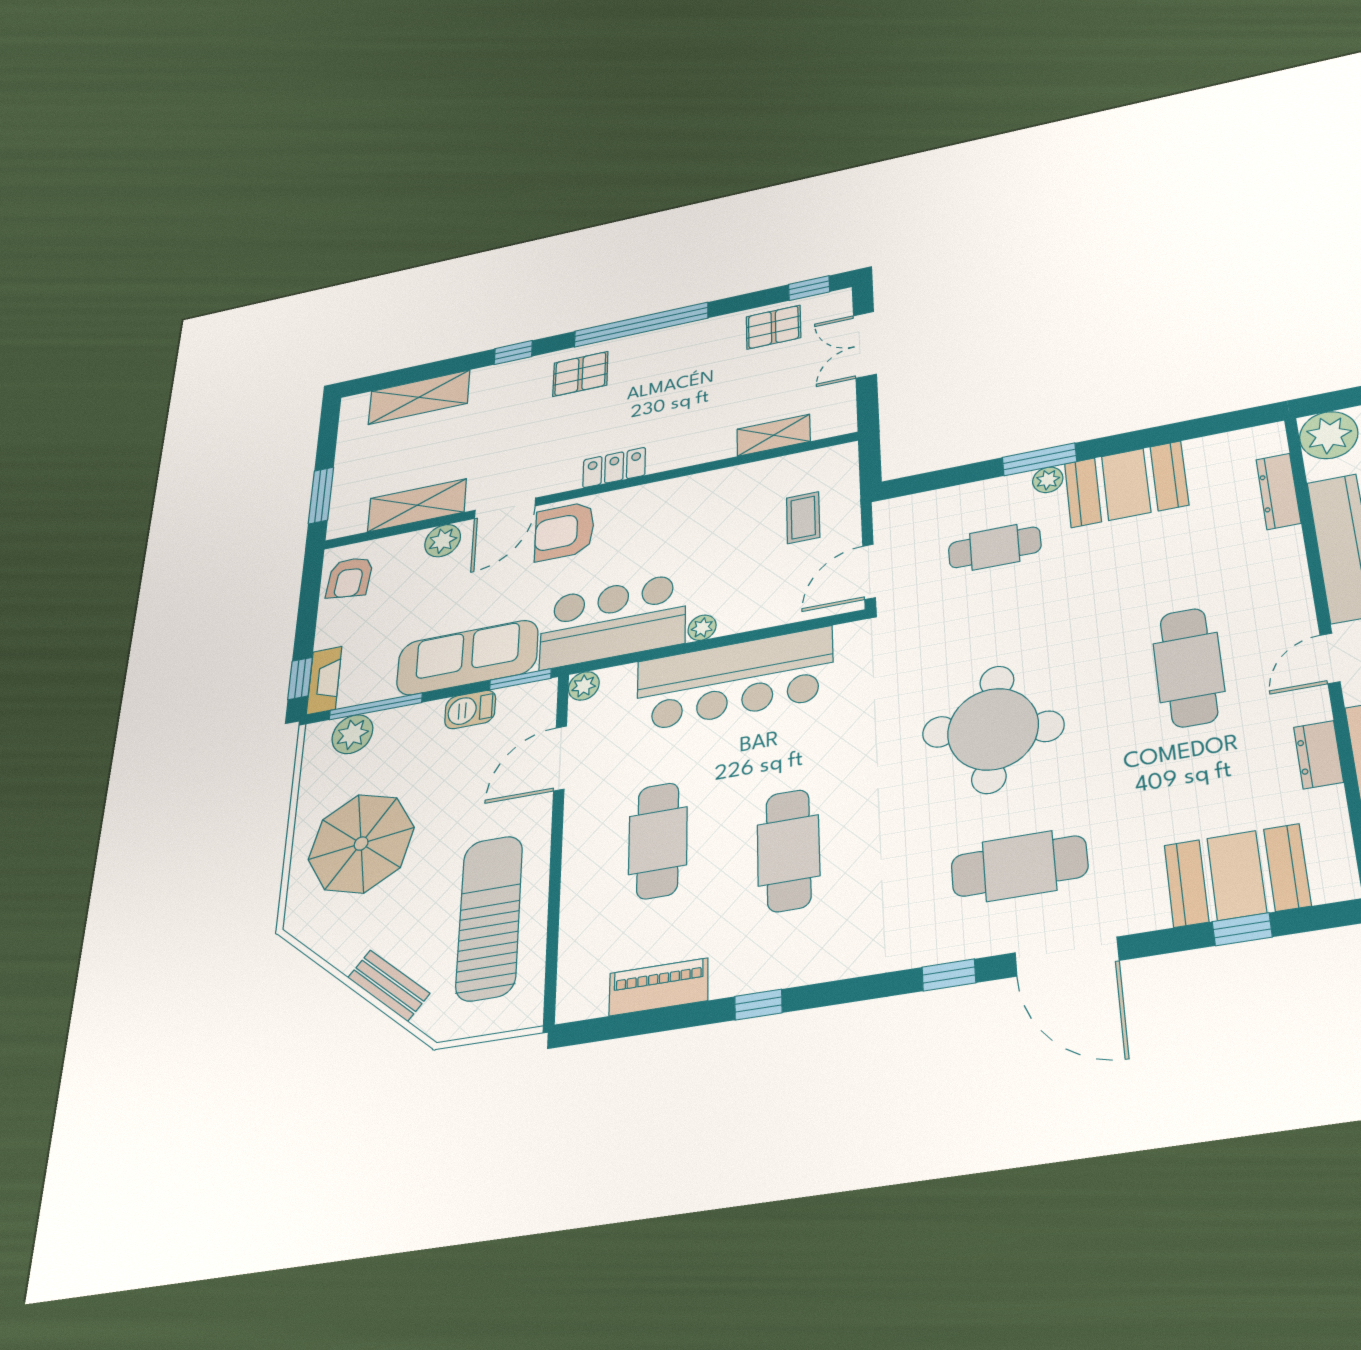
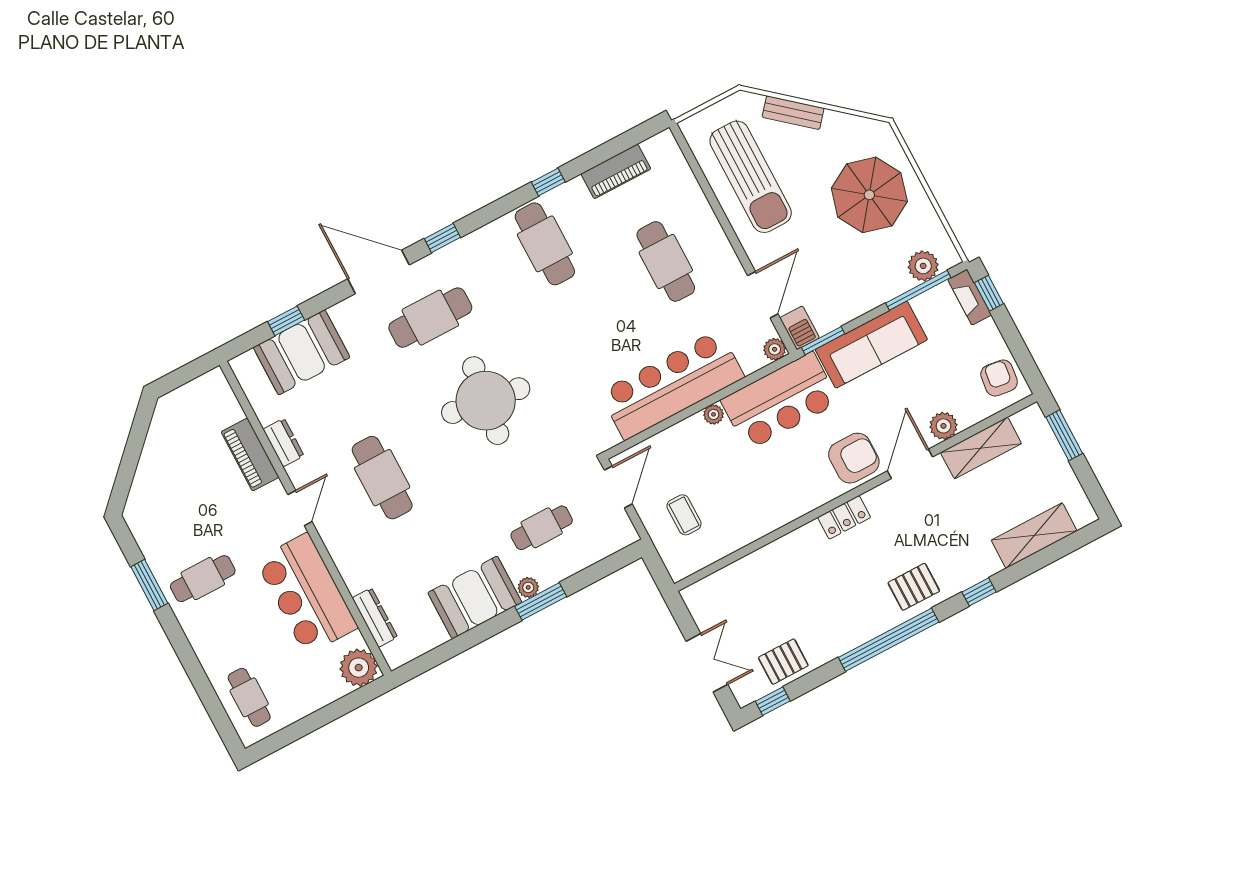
shelving: (774, 435) -> (738, 573), removed
barbecue: (470, 710) -> (800, 328), moved, turned 90
cafe table: (788, 850) -> (545, 244), moved

